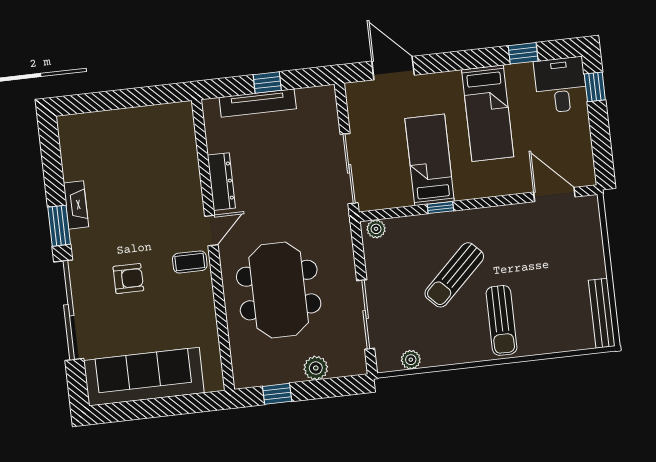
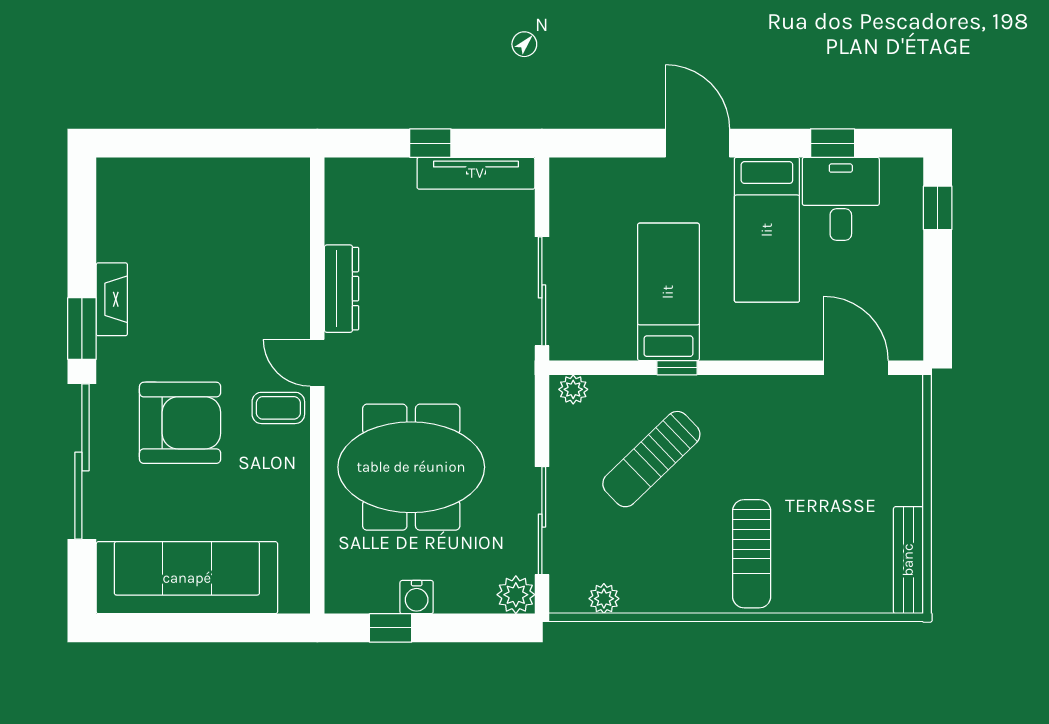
door: (393, 68) -> (698, 143), moved
desk: (561, 85) -> (841, 199), moved
tv unit: (258, 103) -> (476, 173), moved
door: (211, 230) -> (317, 363), swing flipped
sun lounger: (454, 275) -> (651, 459), moved
armchair: (128, 279) -> (180, 423), width x1.88, depth x1.88
meeting table: (279, 290) -> (411, 467), turned 90
plant: (316, 368) -> (516, 595), moved
water cooler: (291, 372) -> (417, 597), added

